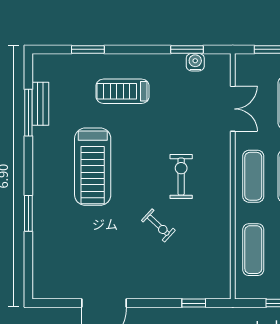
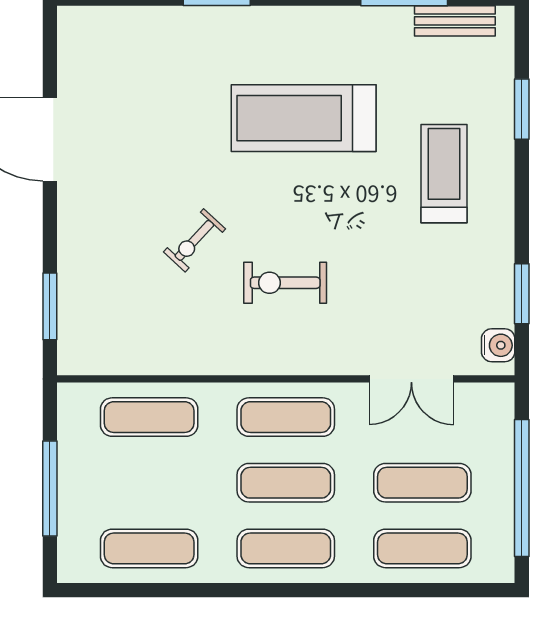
water cooler: (195, 62) -> (498, 345), moved
bench: (40, 104) -> (455, 21), moved
exercise bike: (181, 177) -> (285, 283), turned 180
window: (194, 303) -> (50, 306), width x1.50

